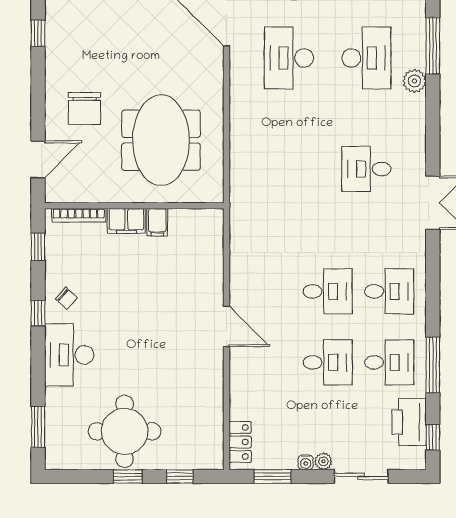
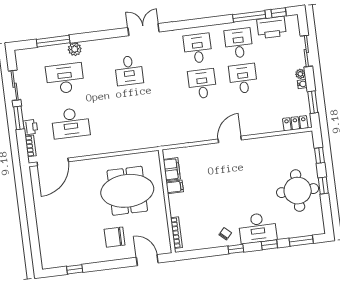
chair: (85, 108) -> (115, 237), turned 180
filing cabinet: (126, 221) -> (172, 169), moved
window: (38, 247) -> (269, 245), moved
window: (433, 365) -> (249, 16), moved

